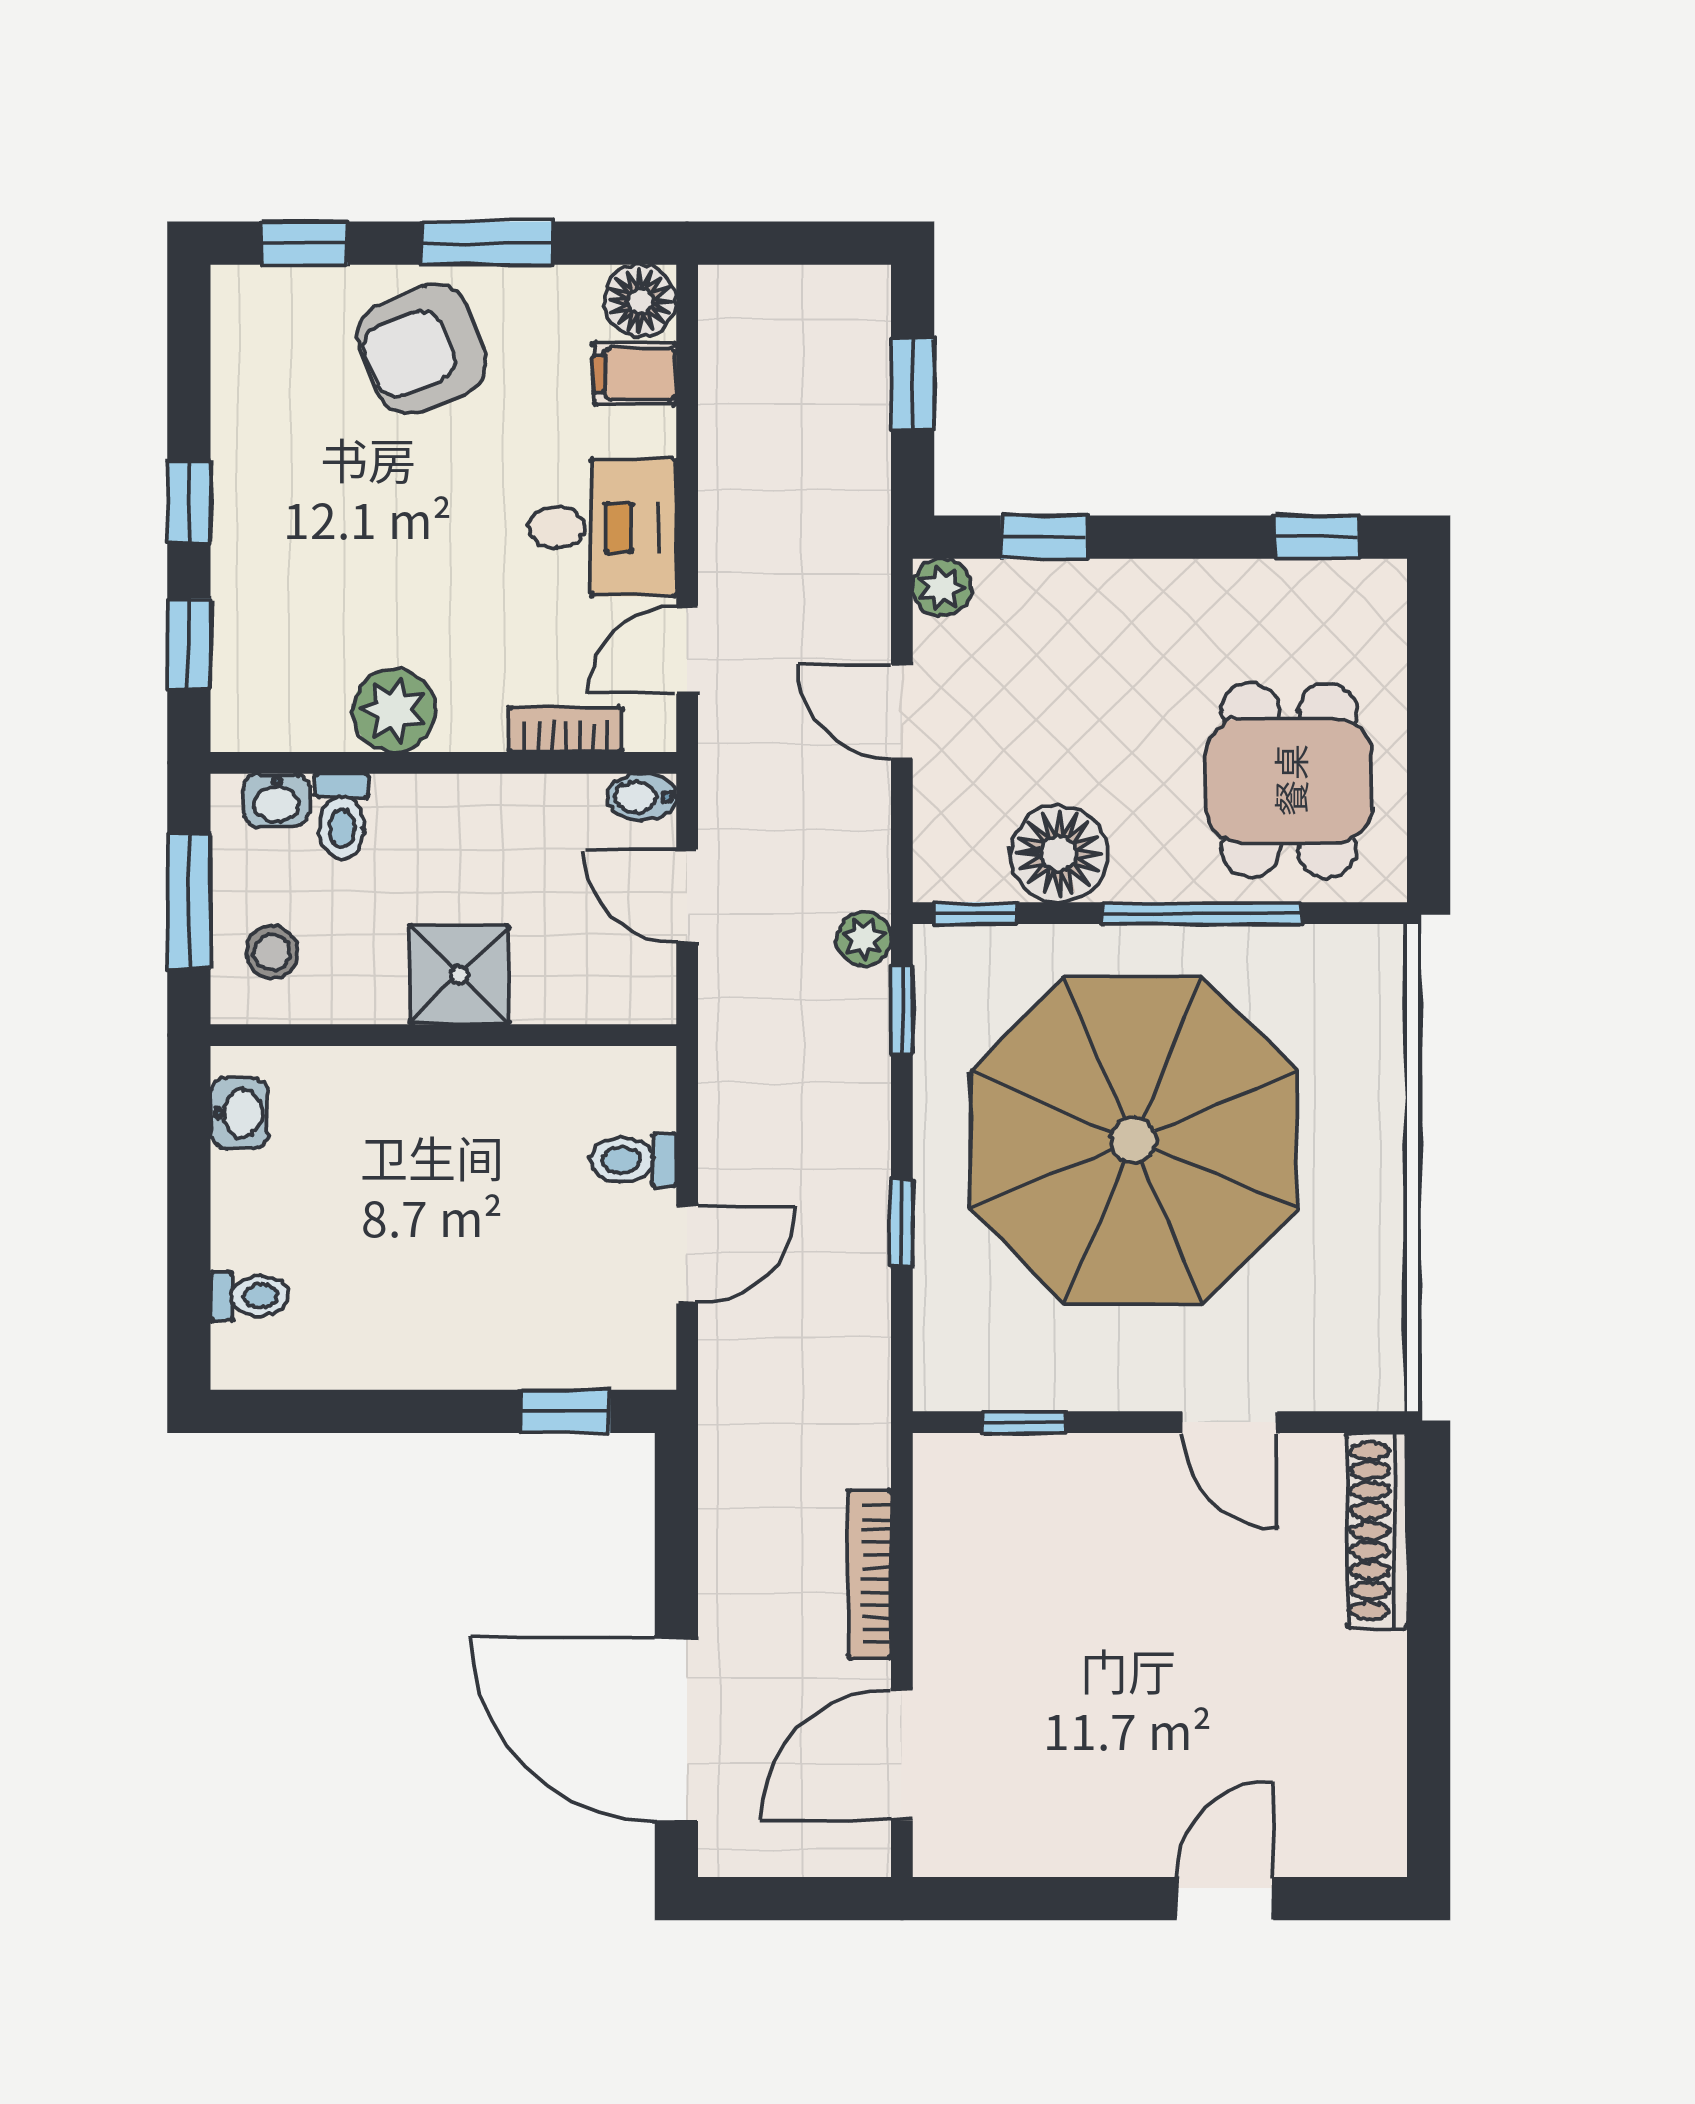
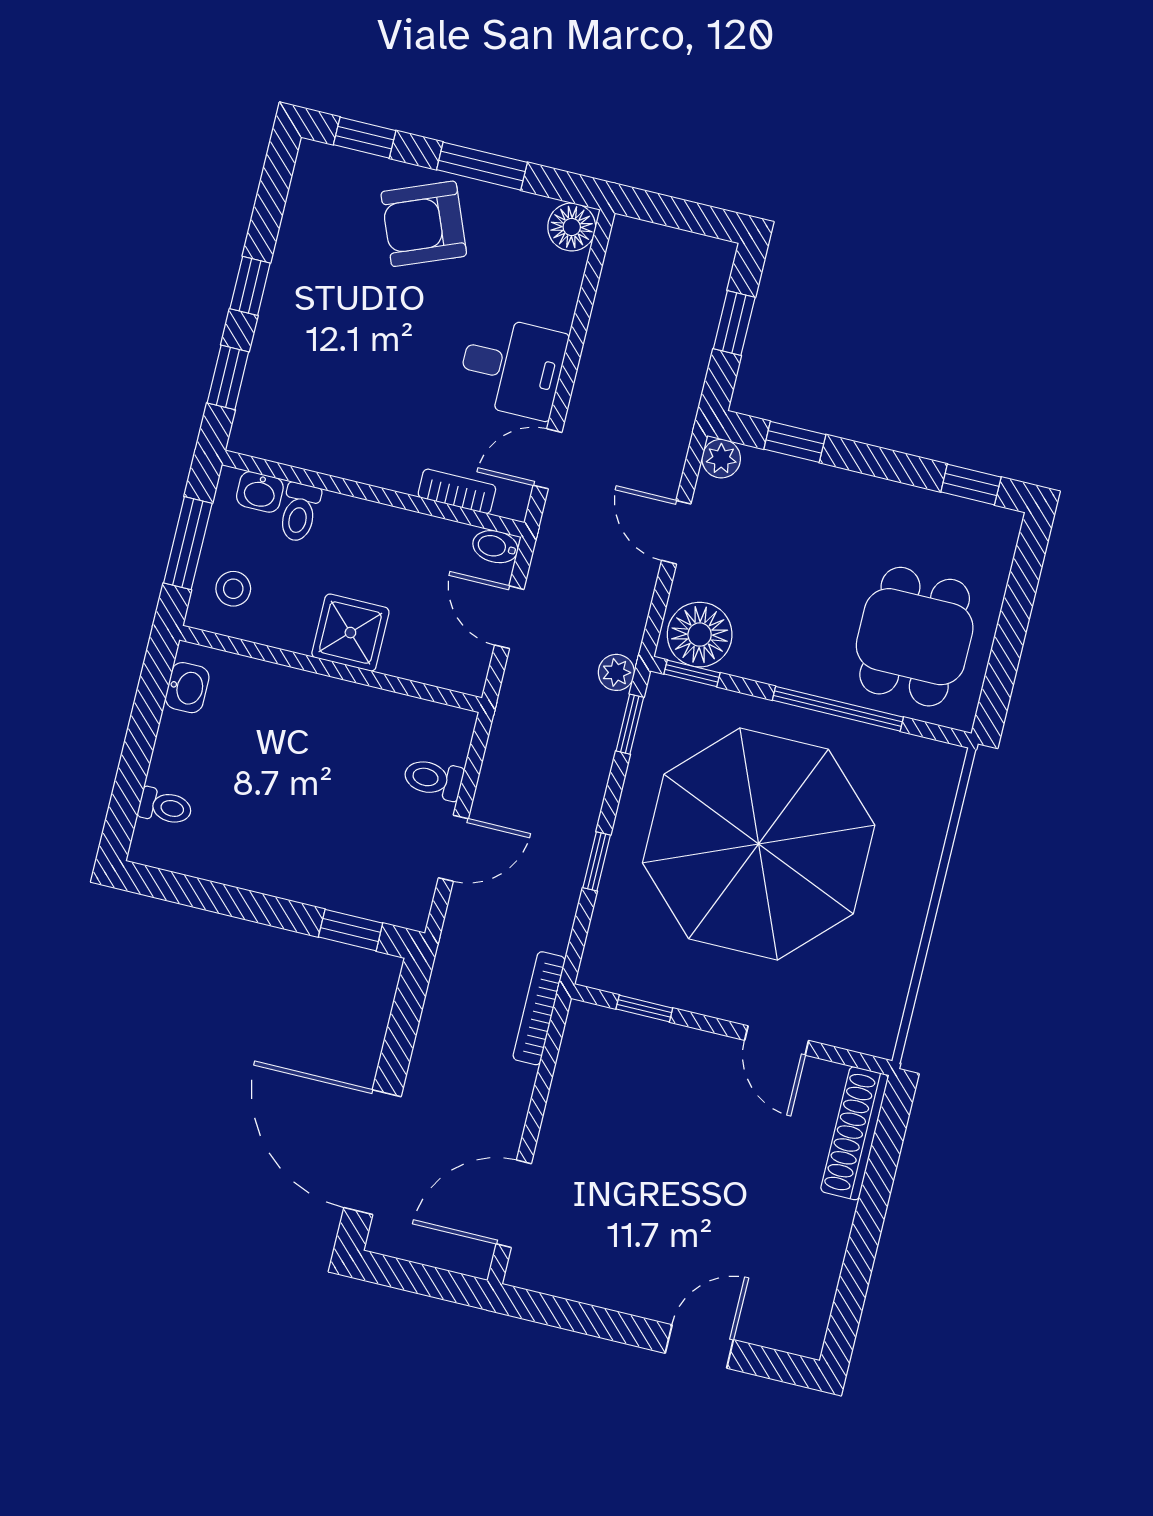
filing cabinet: (635, 374) -> (557, 273), removed
plant: (394, 711) -> (350, 452), removed
floor lamp: (1059, 854) -> (700, 635), moved
bookcase: (870, 1574) -> (539, 1008), moved

